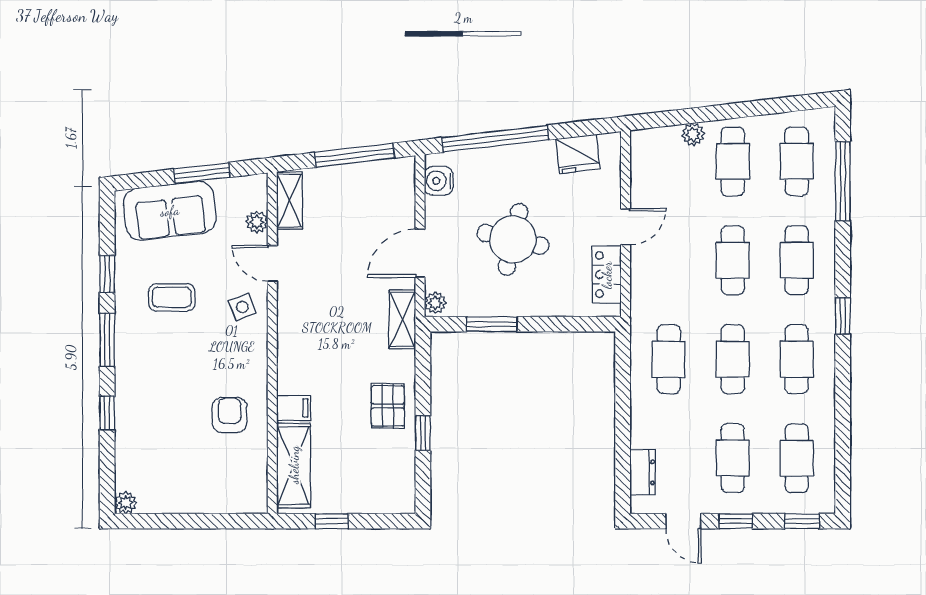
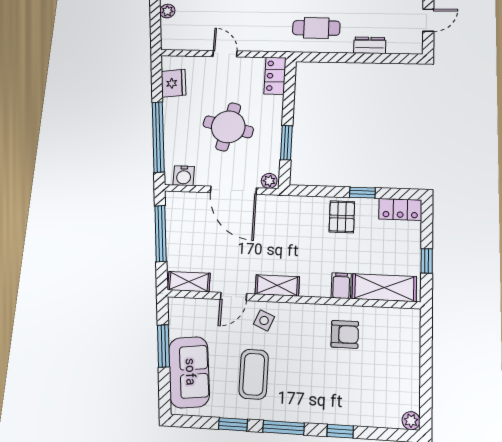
plant: (257, 222) -> (202, 306), removed
door: (420, 253) -> (233, 190), width x1.36
locker: (607, 275) -> (275, 76), moved, turned 90
coffee table: (172, 297) -> (254, 374), width x1.36, depth x1.30
side table: (242, 307) -> (264, 320), turned 45
shelving: (402, 319) -> (277, 285), moved
pallet: (388, 406) -> (342, 217), turned 90
armchair: (230, 415) -> (345, 334), turned 180
dresser: (643, 472) -> (370, 45), moved
locker: (401, 485) -> (400, 209), added

